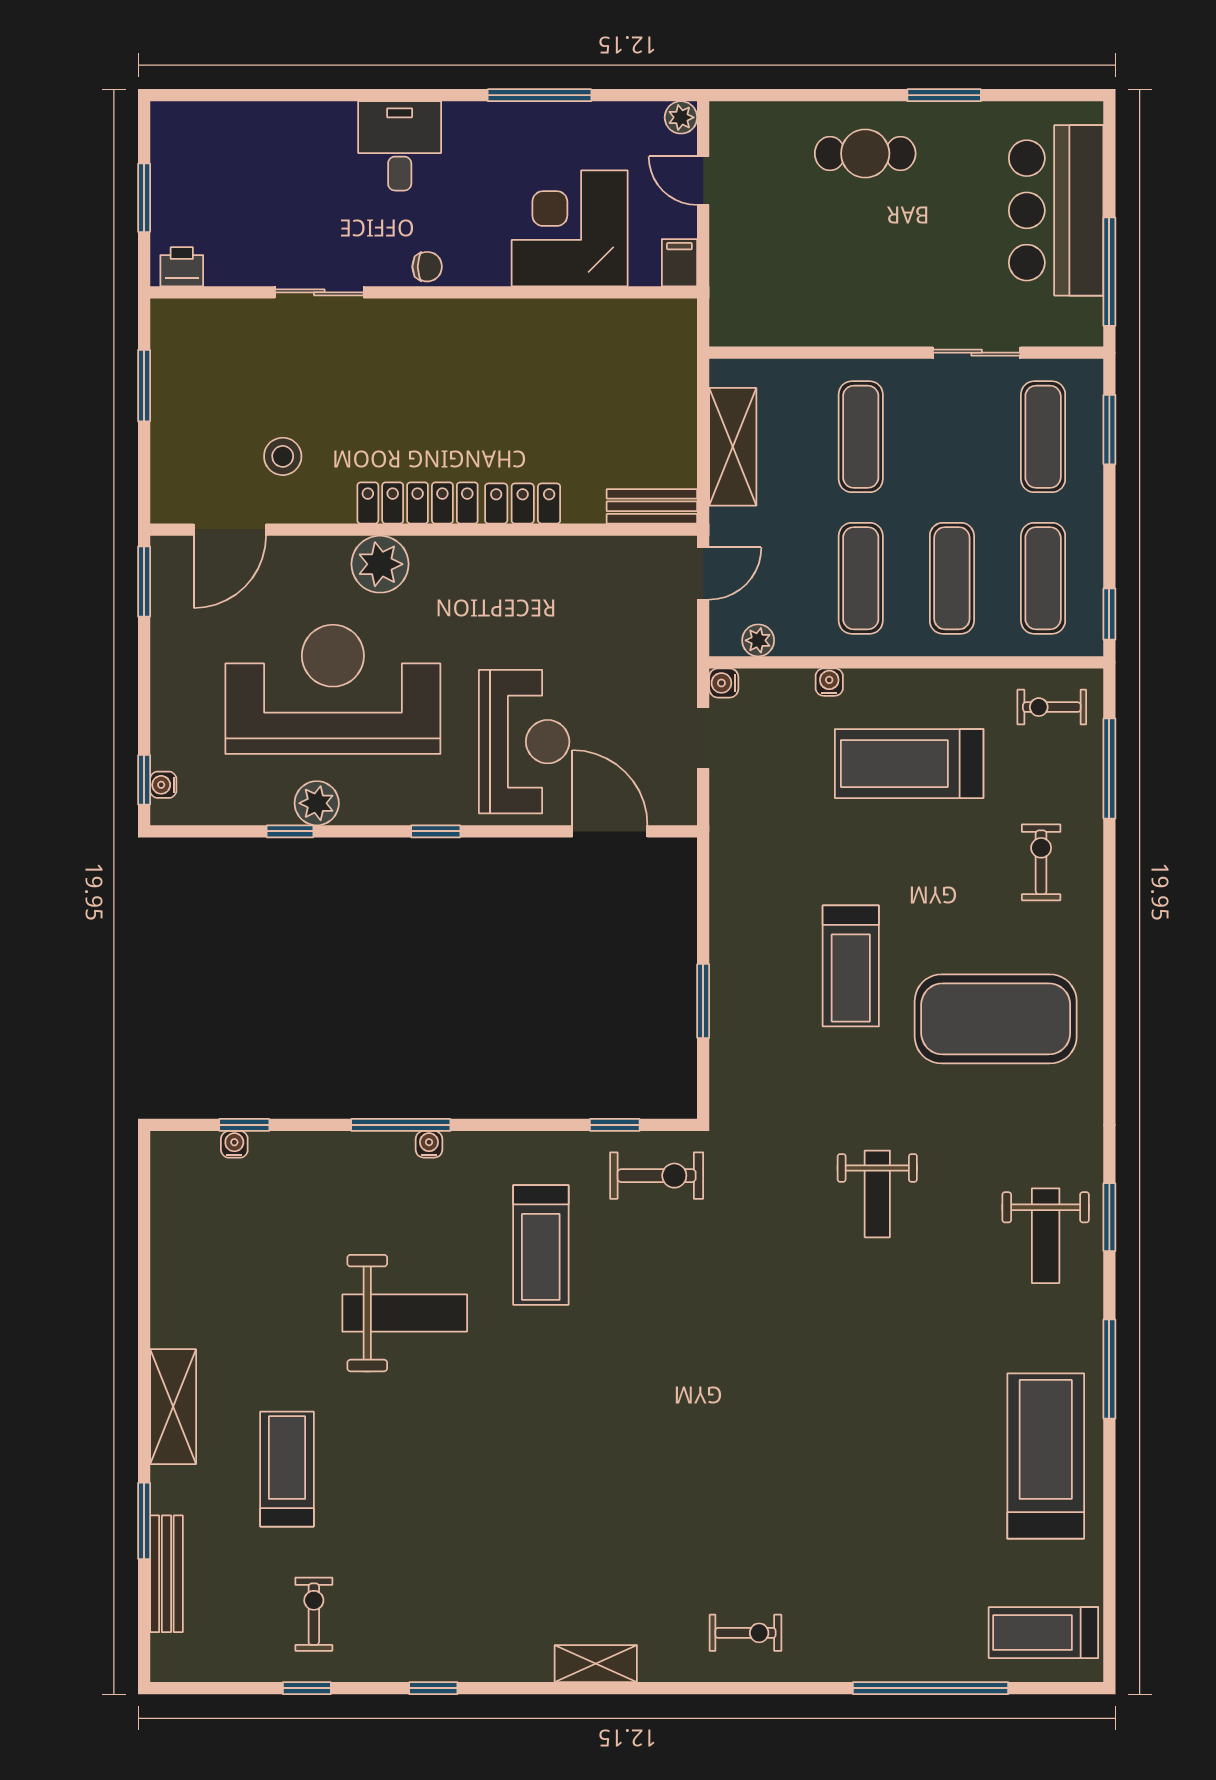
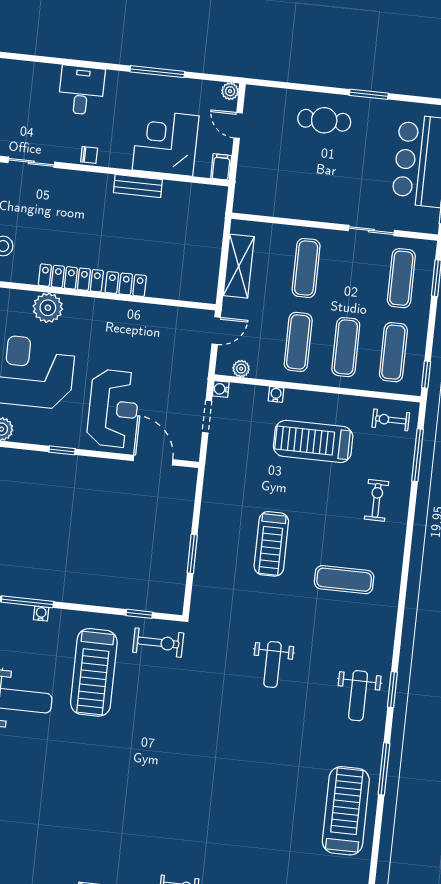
bench: (652, 506) -> (138, 186), moved
exercise mat: (996, 1019) -> (344, 580), width x0.50, depth x0.69
treadmill: (541, 1245) -> (94, 672), width x1.37, depth x1.38

